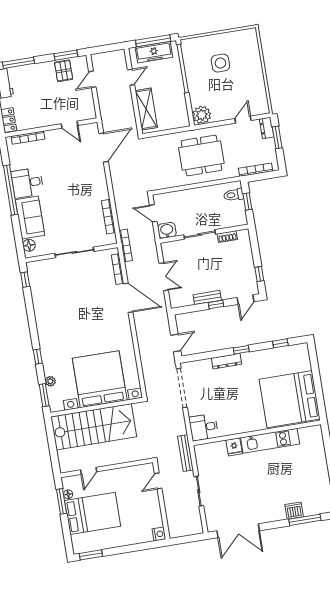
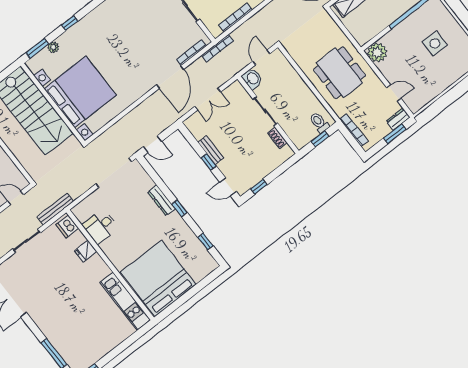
desk: (204, 427) -> (100, 226), moved, turned -90
kitchen unit: (270, 441) -> (125, 301), moved
dishwasher: (294, 511) -> (67, 226), moved, turned 180

